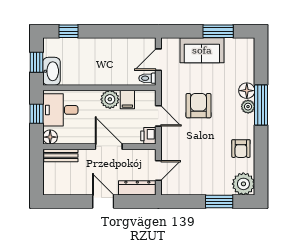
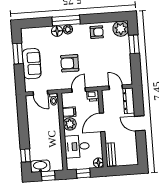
washbasin: (51, 71) -> (40, 166), moved
desk: (60, 110) -> (77, 146), moved, turned 90
door: (103, 202) -> (140, 123), hinge flipped

